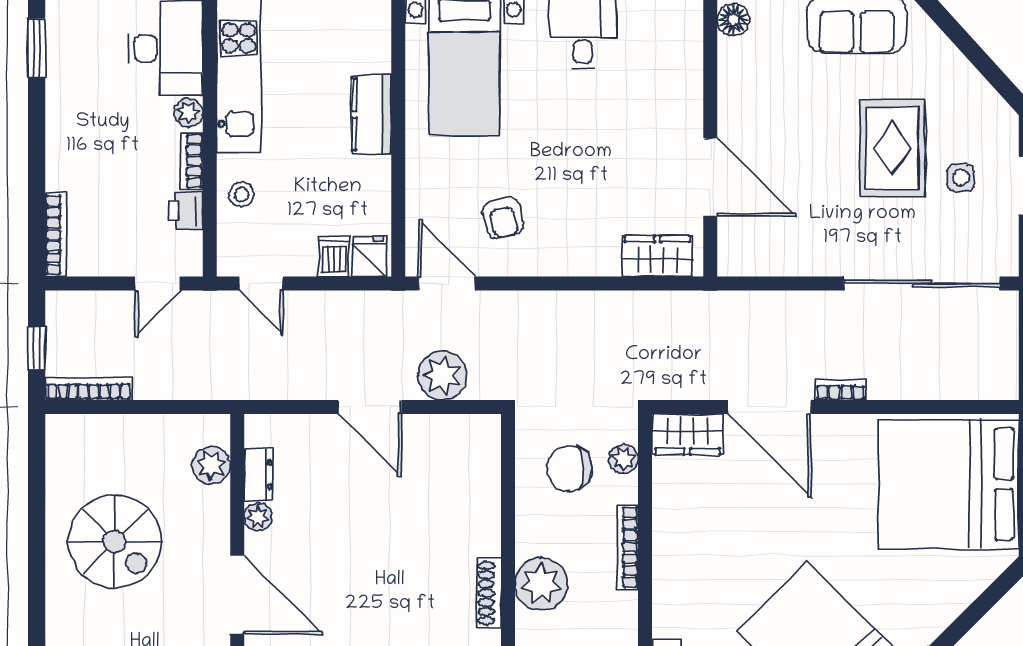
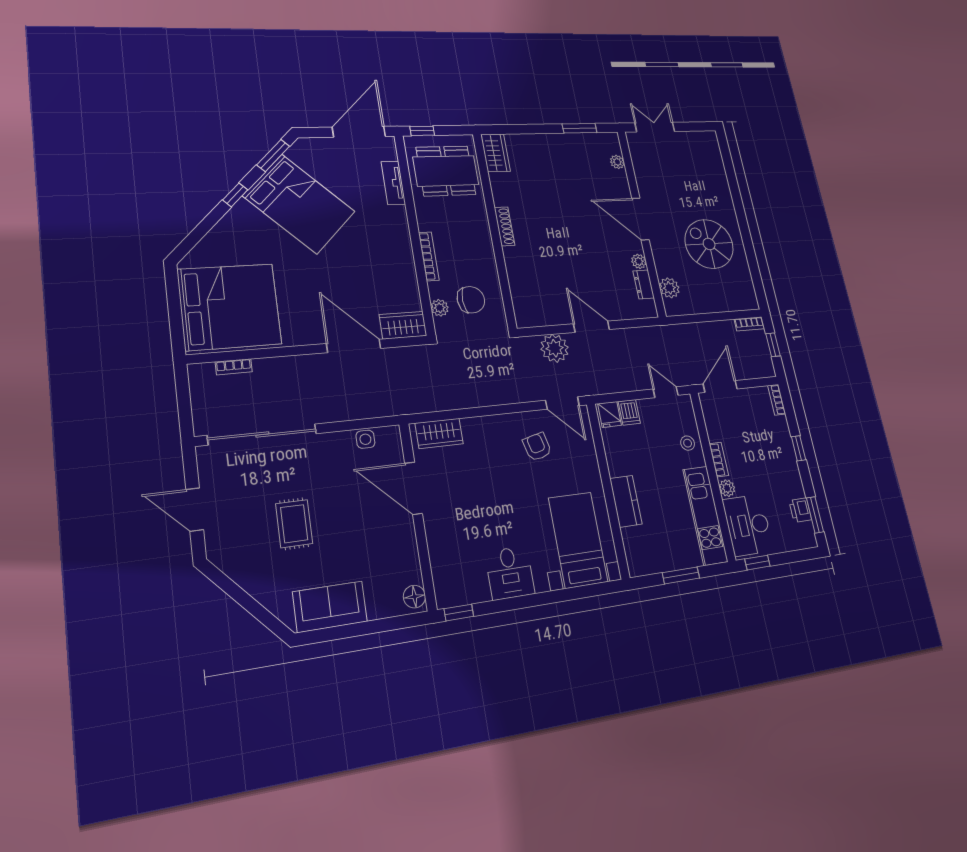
rug: (892, 148) -> (294, 524), width x0.73, depth x0.70
window: (37, 162) -> (799, 448), added
side table: (961, 178) -> (365, 439), moved
printer: (186, 211) -> (800, 510), moved, turned 180
bookcase: (56, 235) -> (777, 400), width x0.64
door: (158, 284) -> (720, 386), width x1.38
bookcase: (89, 389) -> (749, 324), width x0.64
bookcase: (841, 390) -> (234, 367), moved
plant: (541, 584) -> (476, 233), removed

